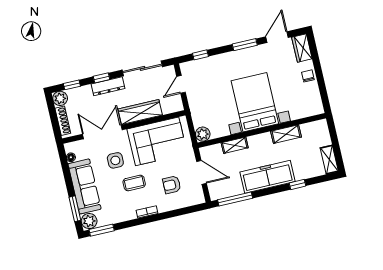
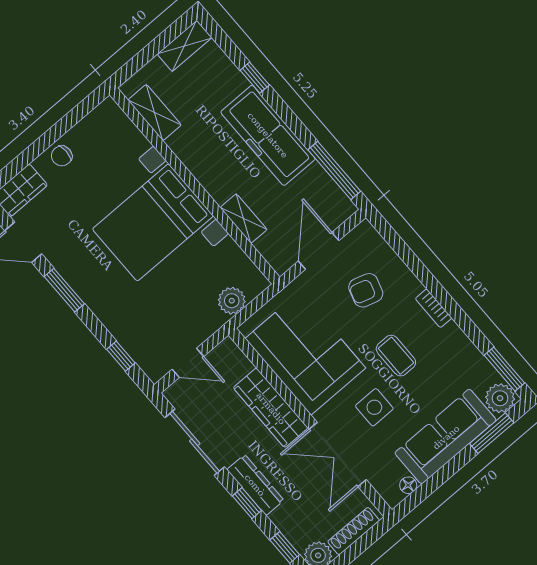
plant: (203, 134) -> (232, 301), moved
shelving: (286, 134) -> (155, 112), moved
armchair: (172, 185) -> (366, 290), turned 107

